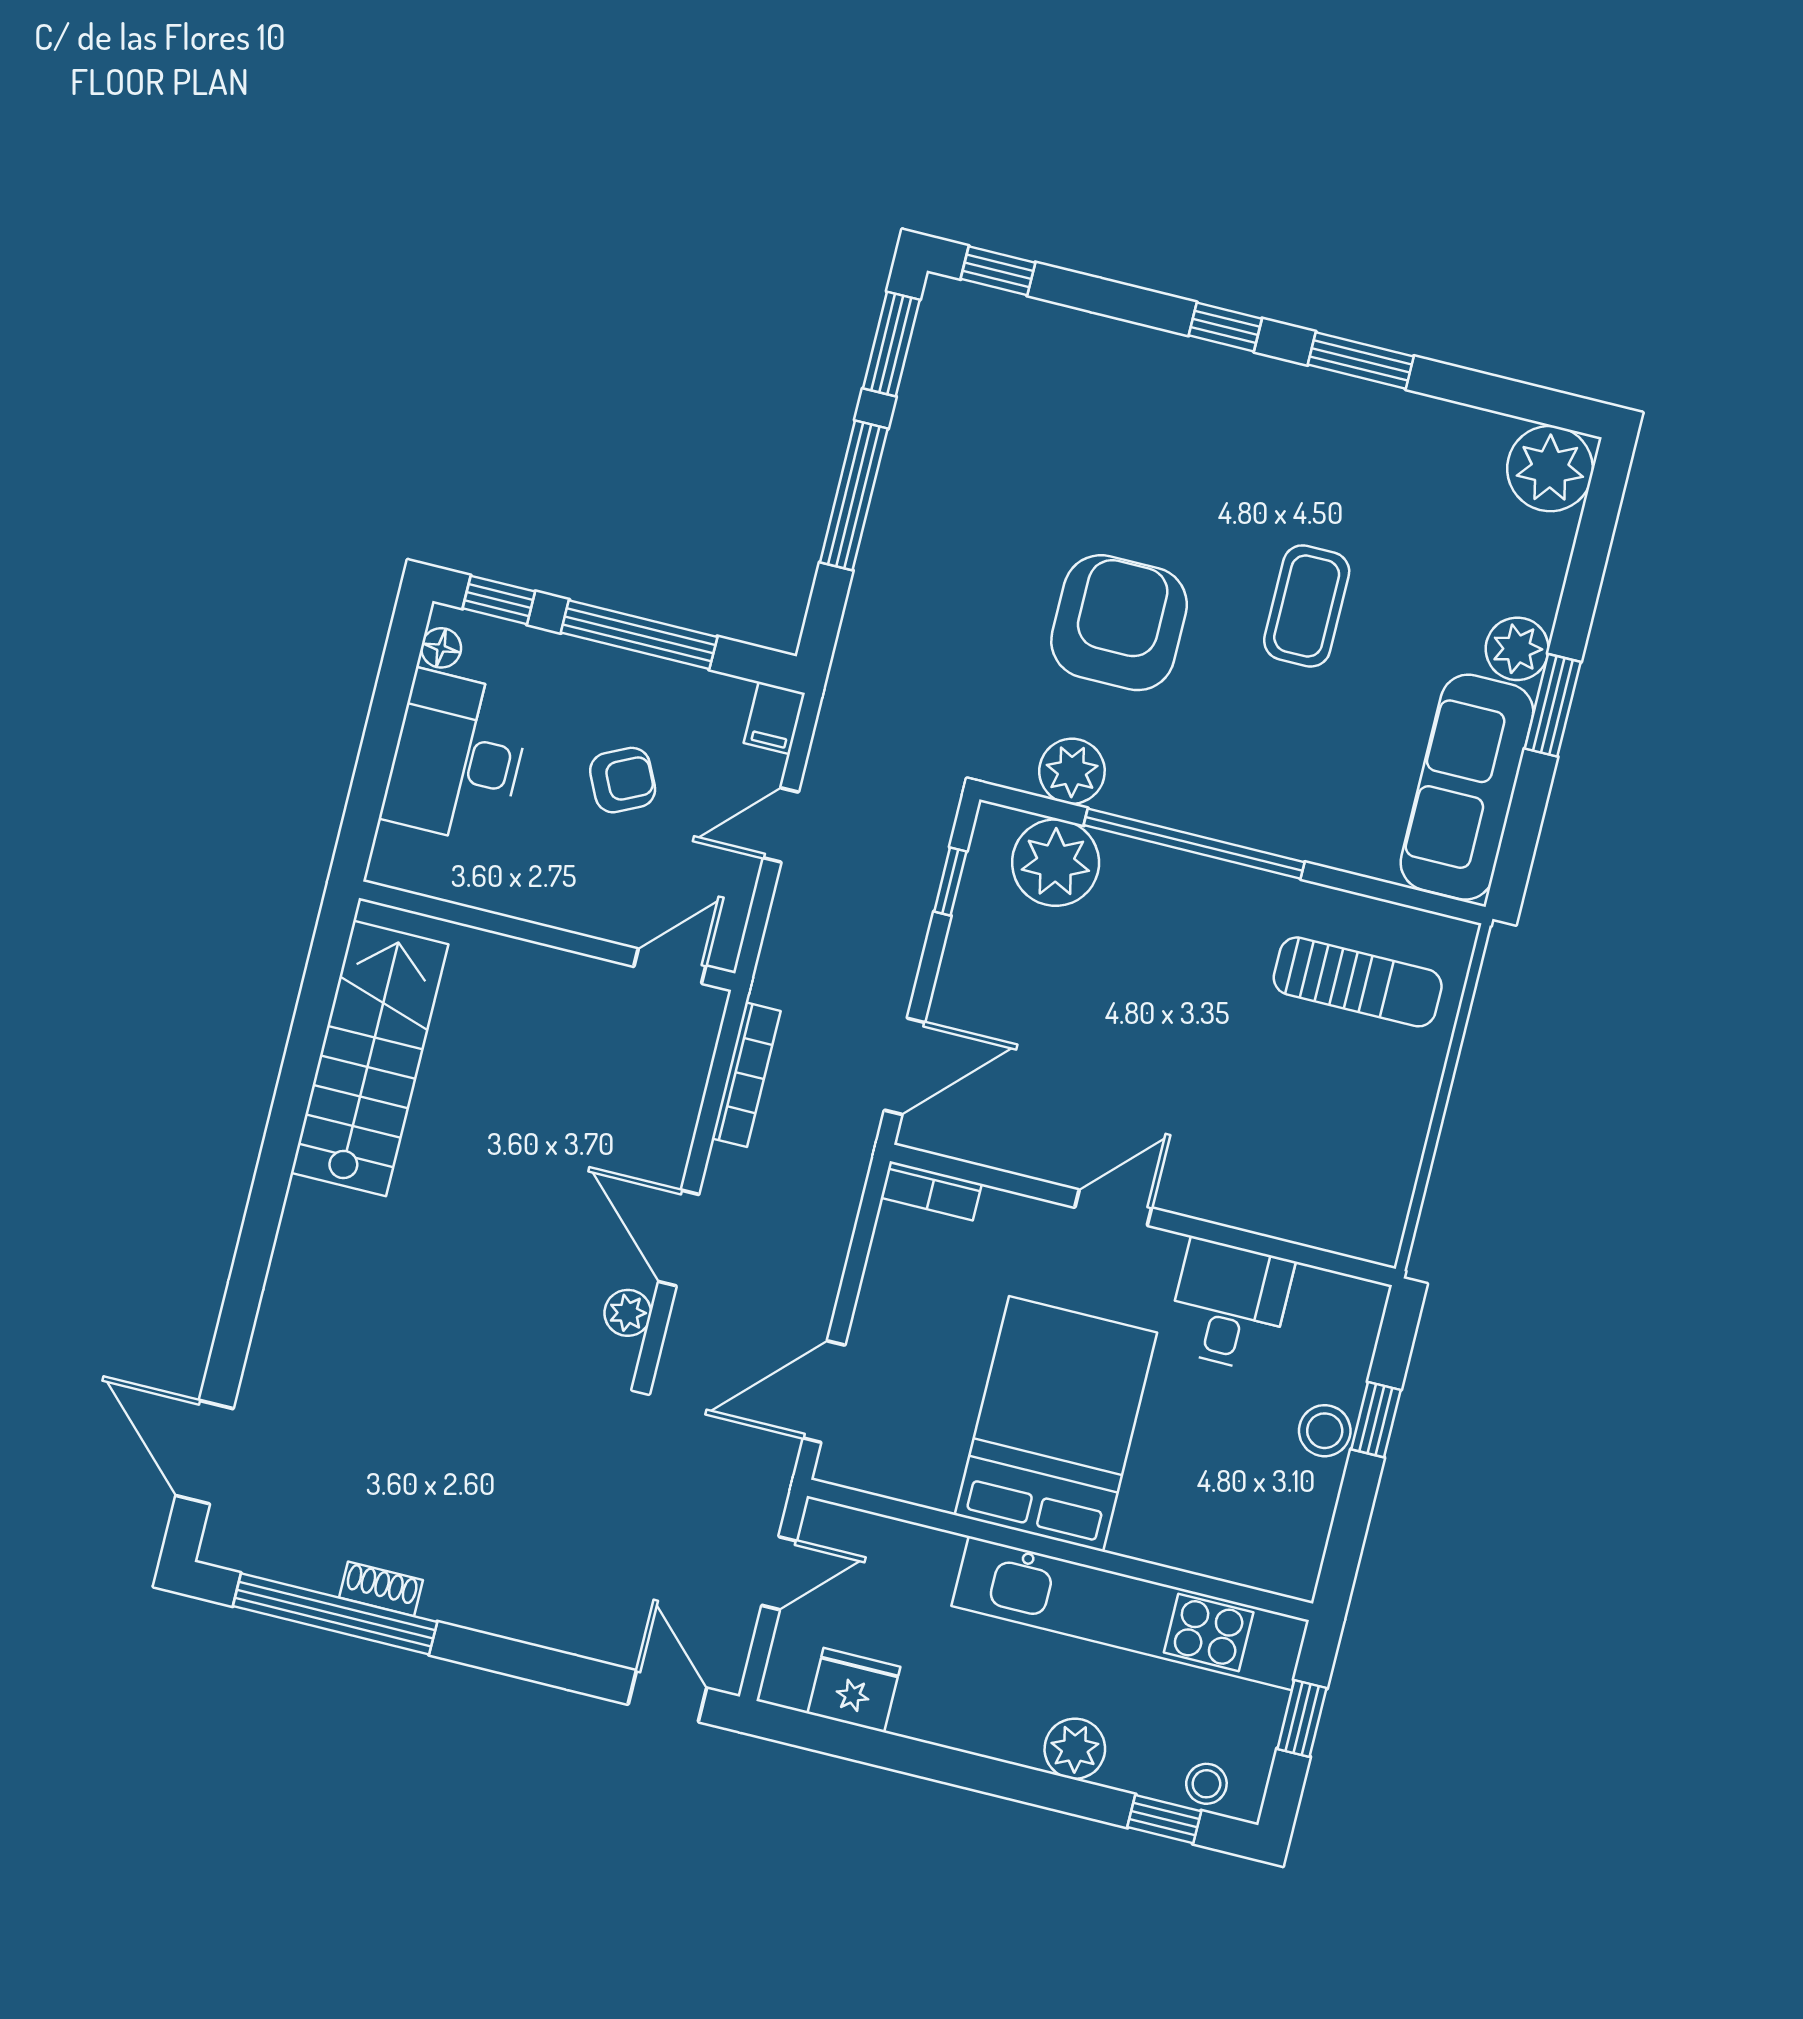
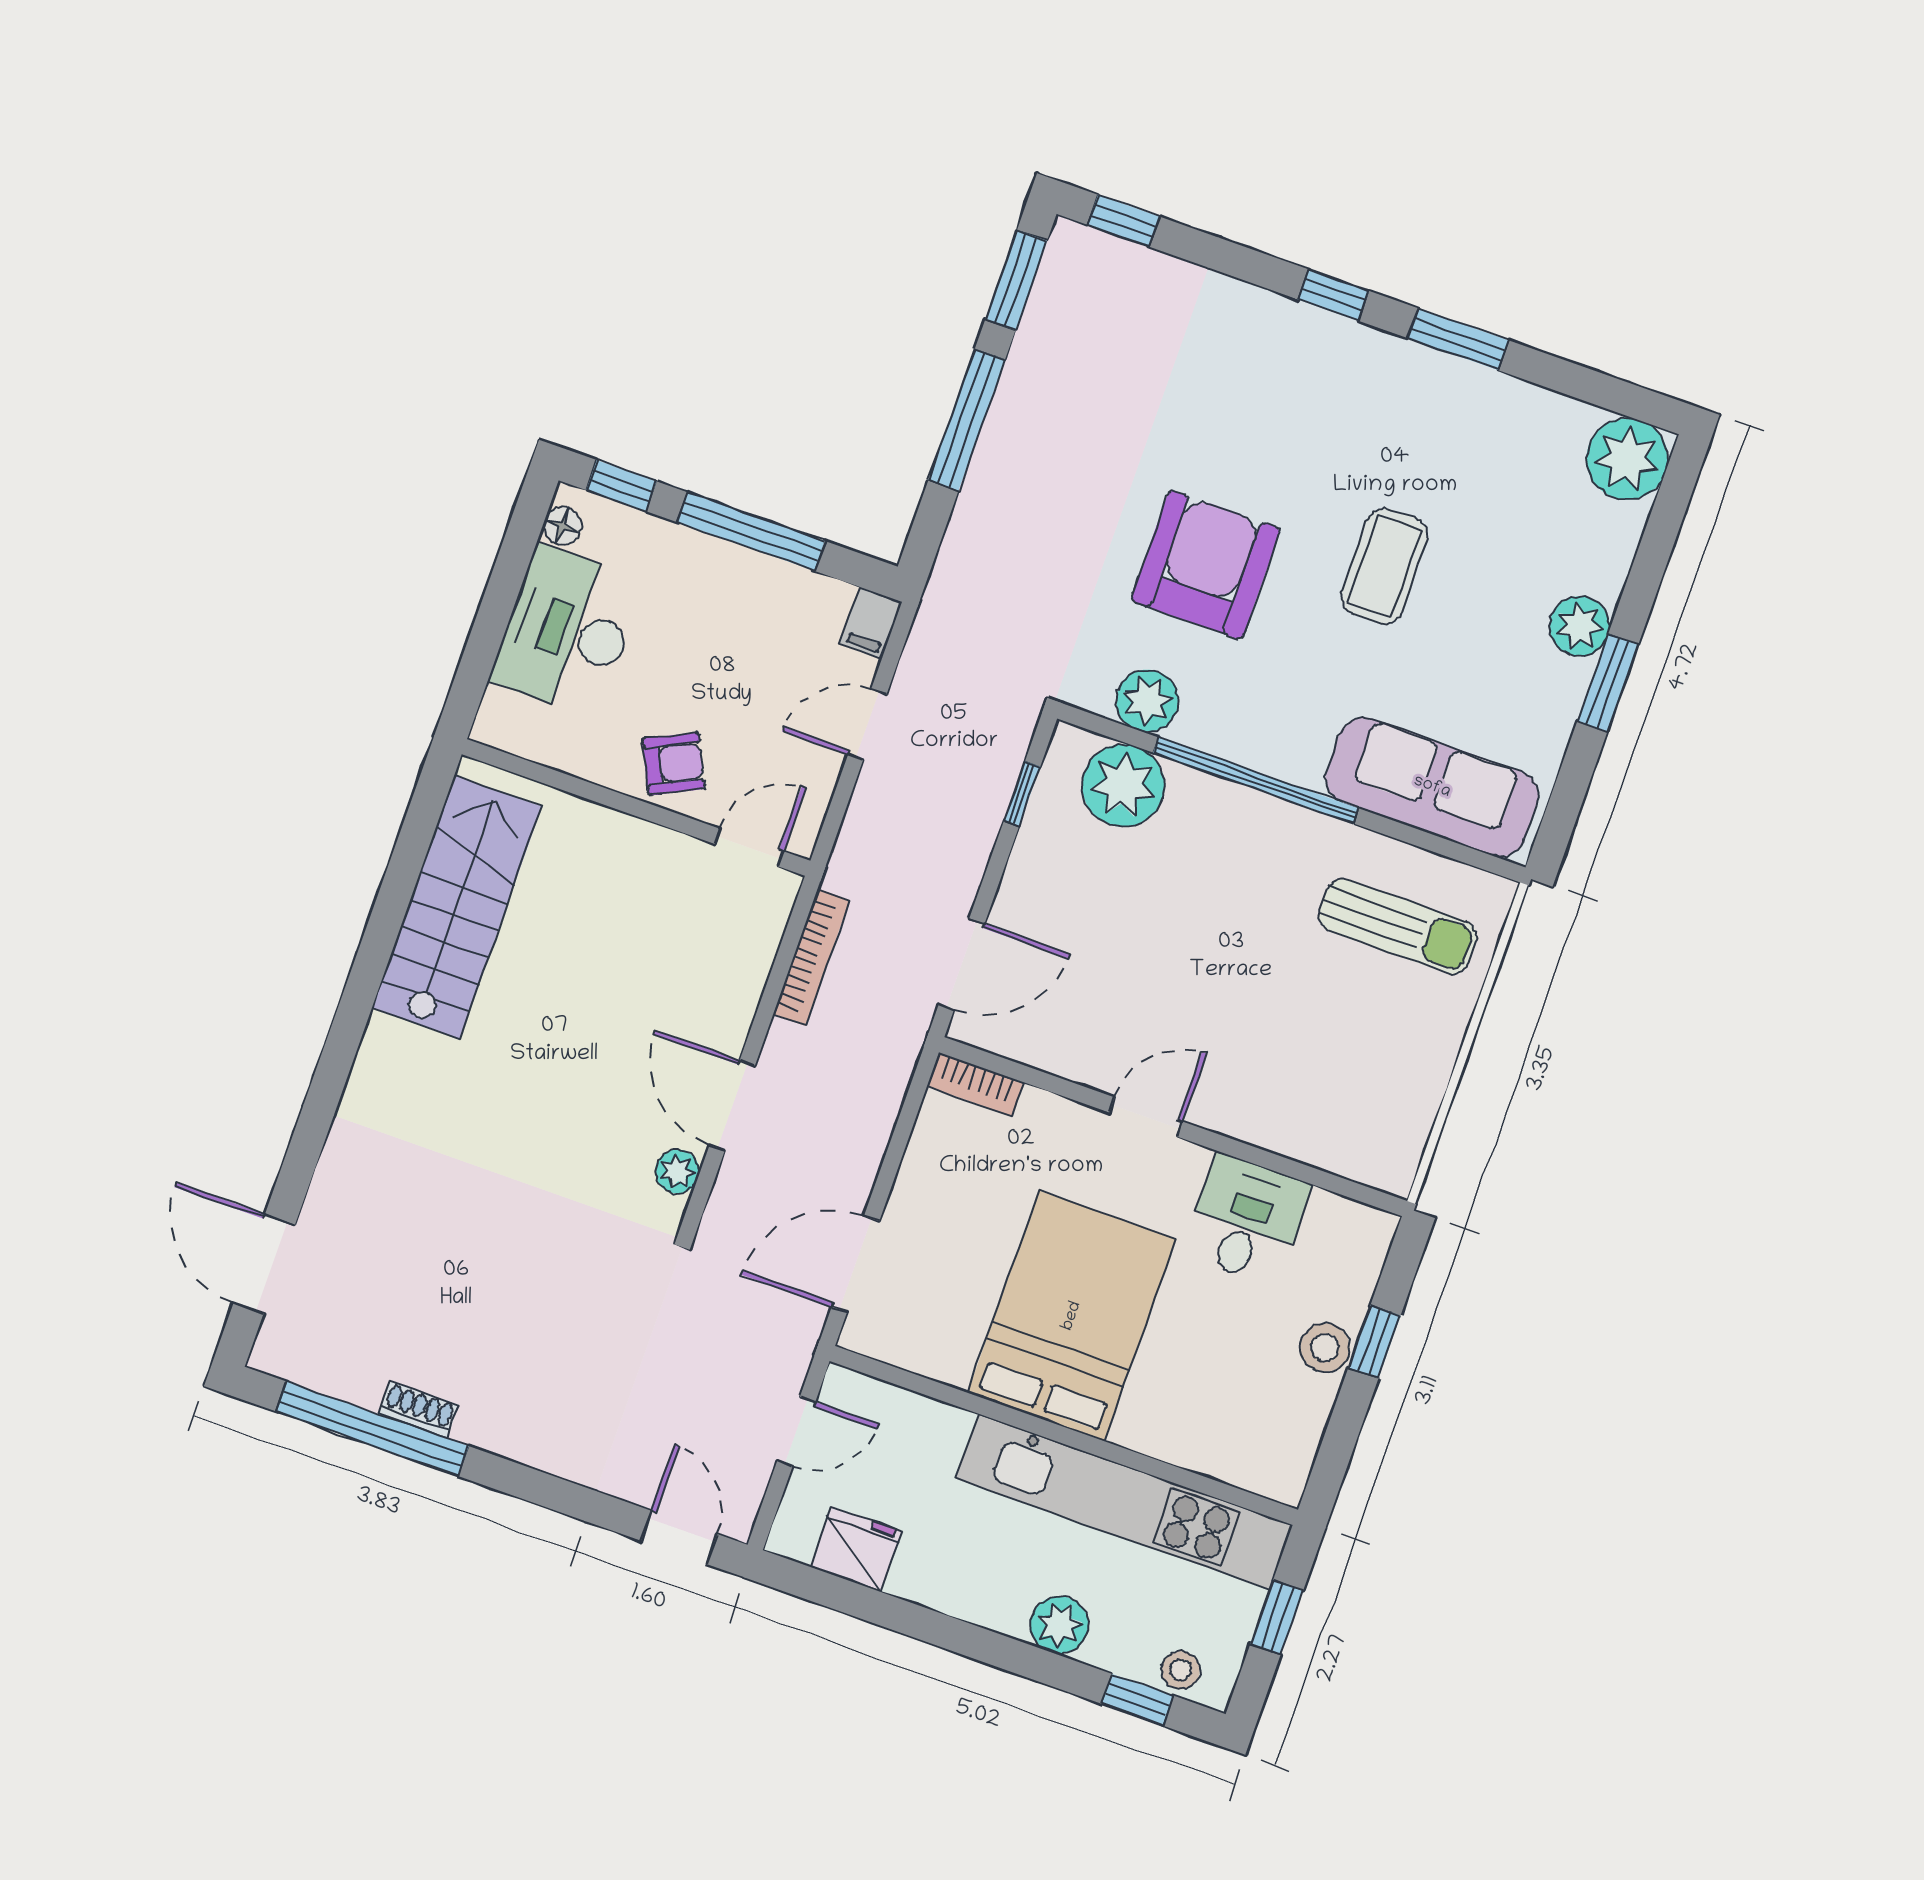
armchair: (623, 780) -> (673, 764), moved
sofa: (1467, 787) -> (1432, 787), moved, turned 90

